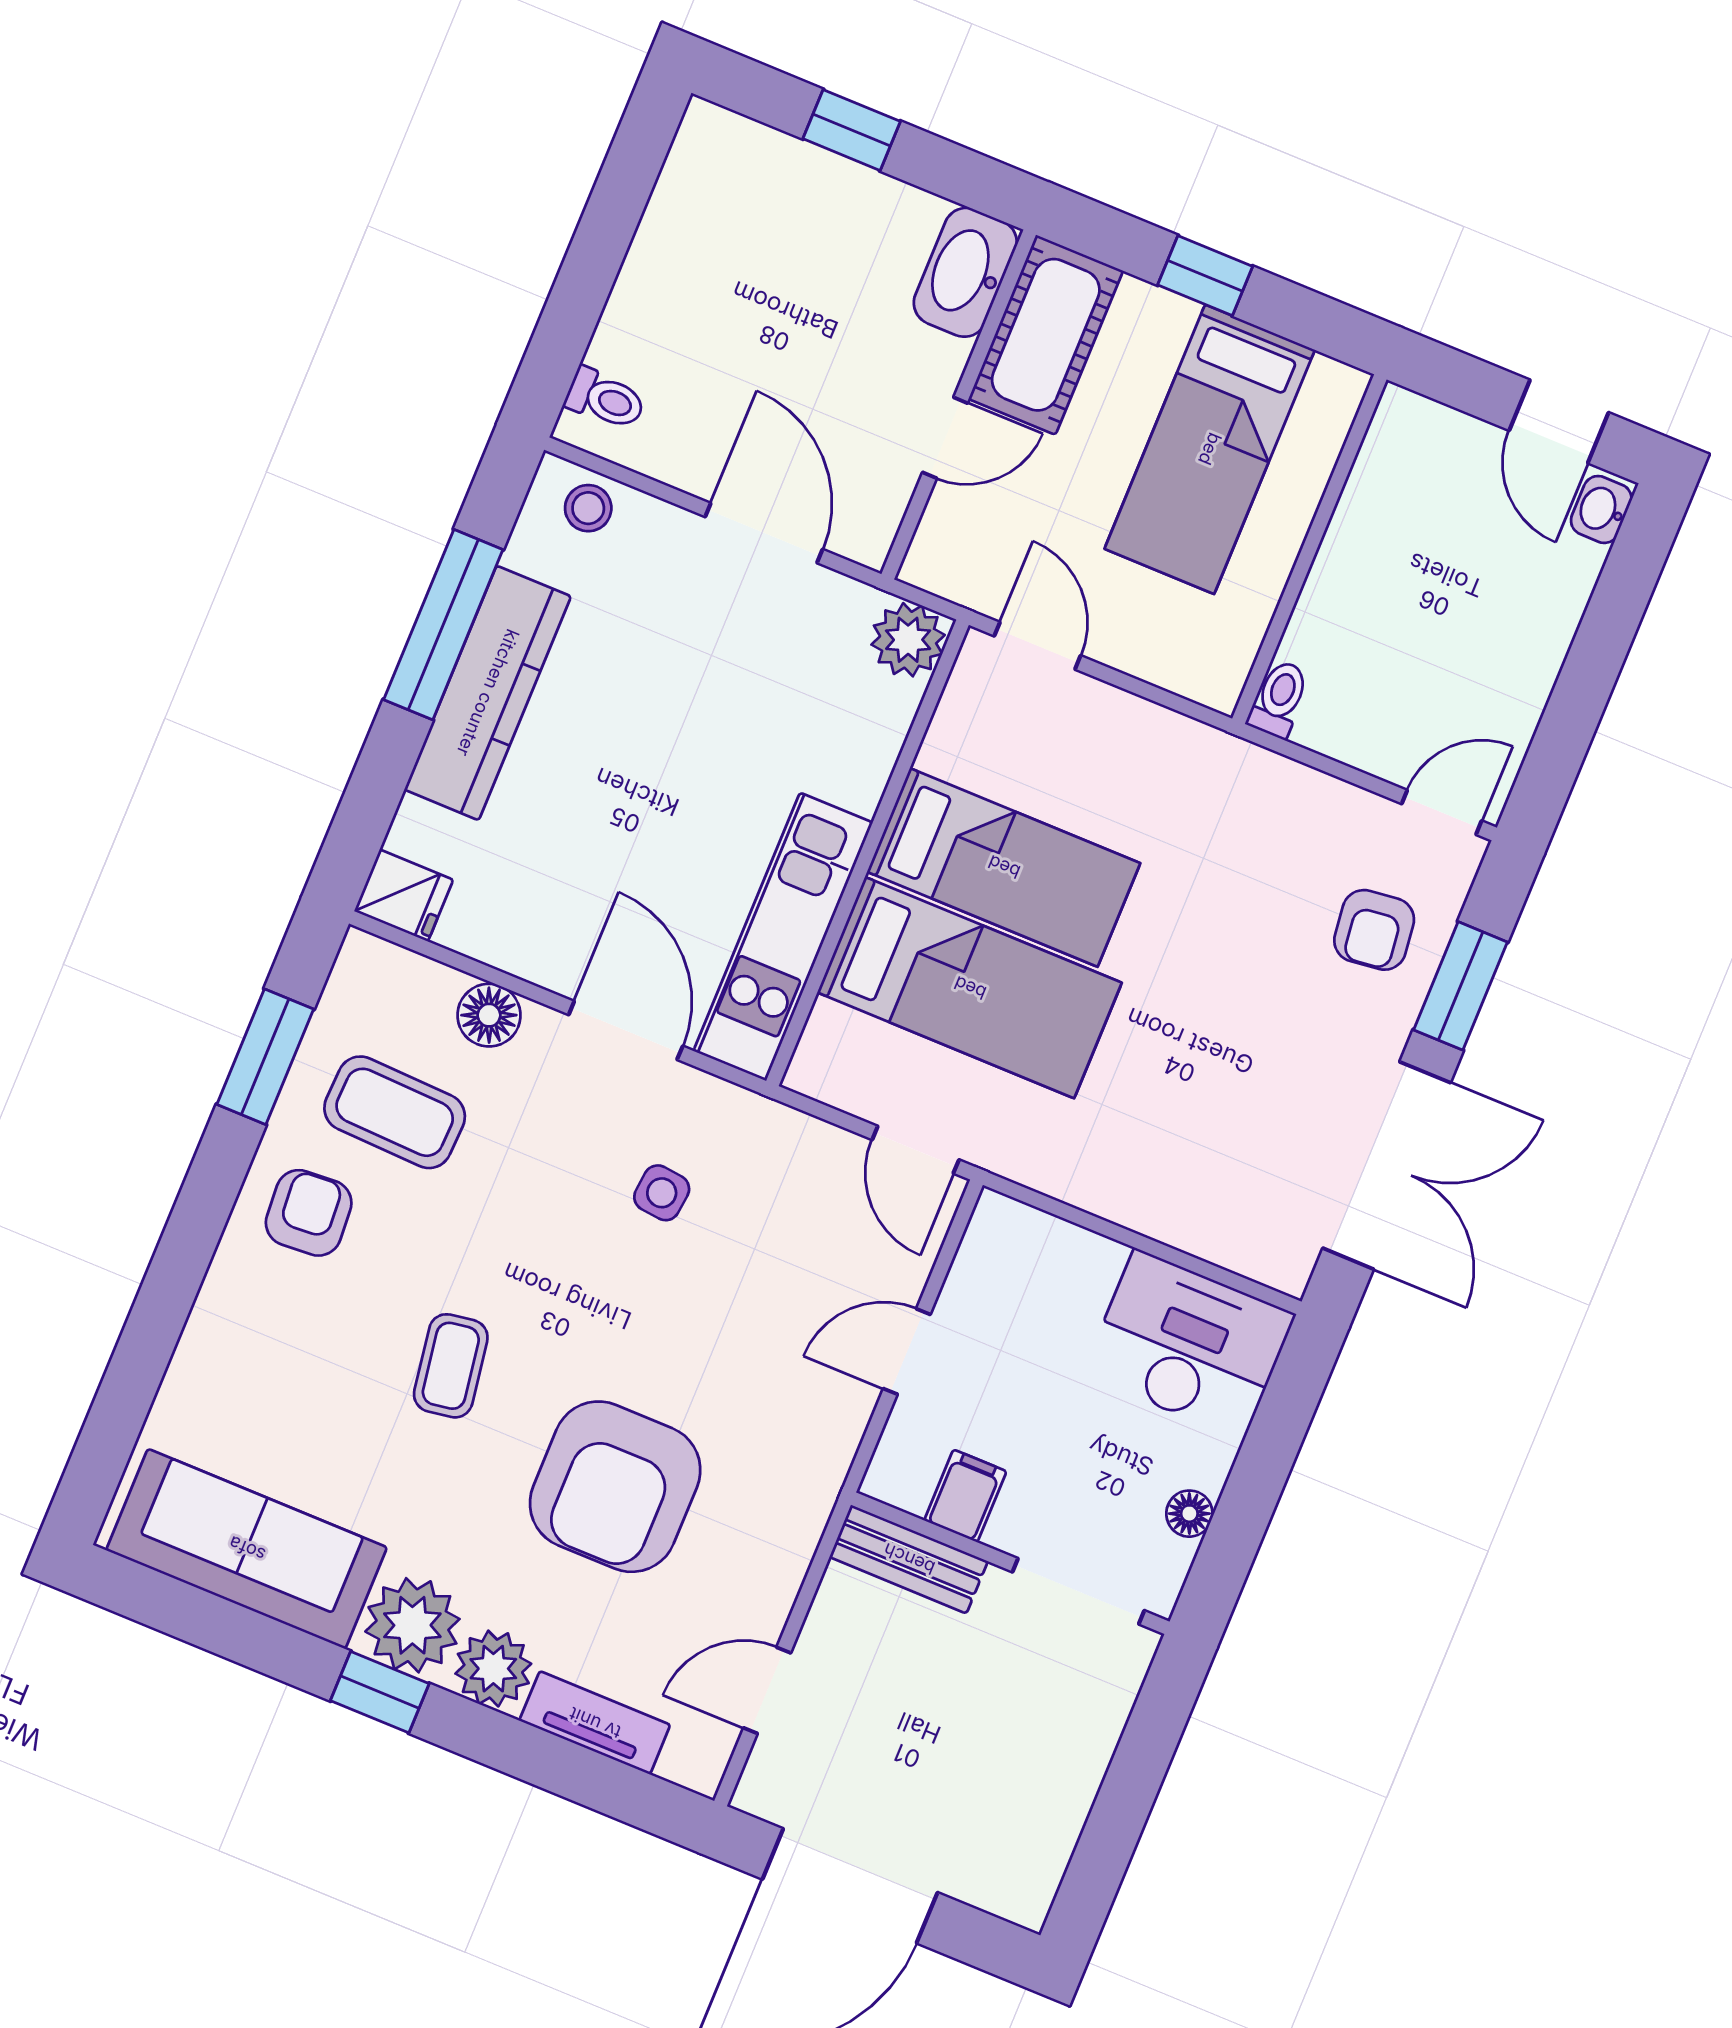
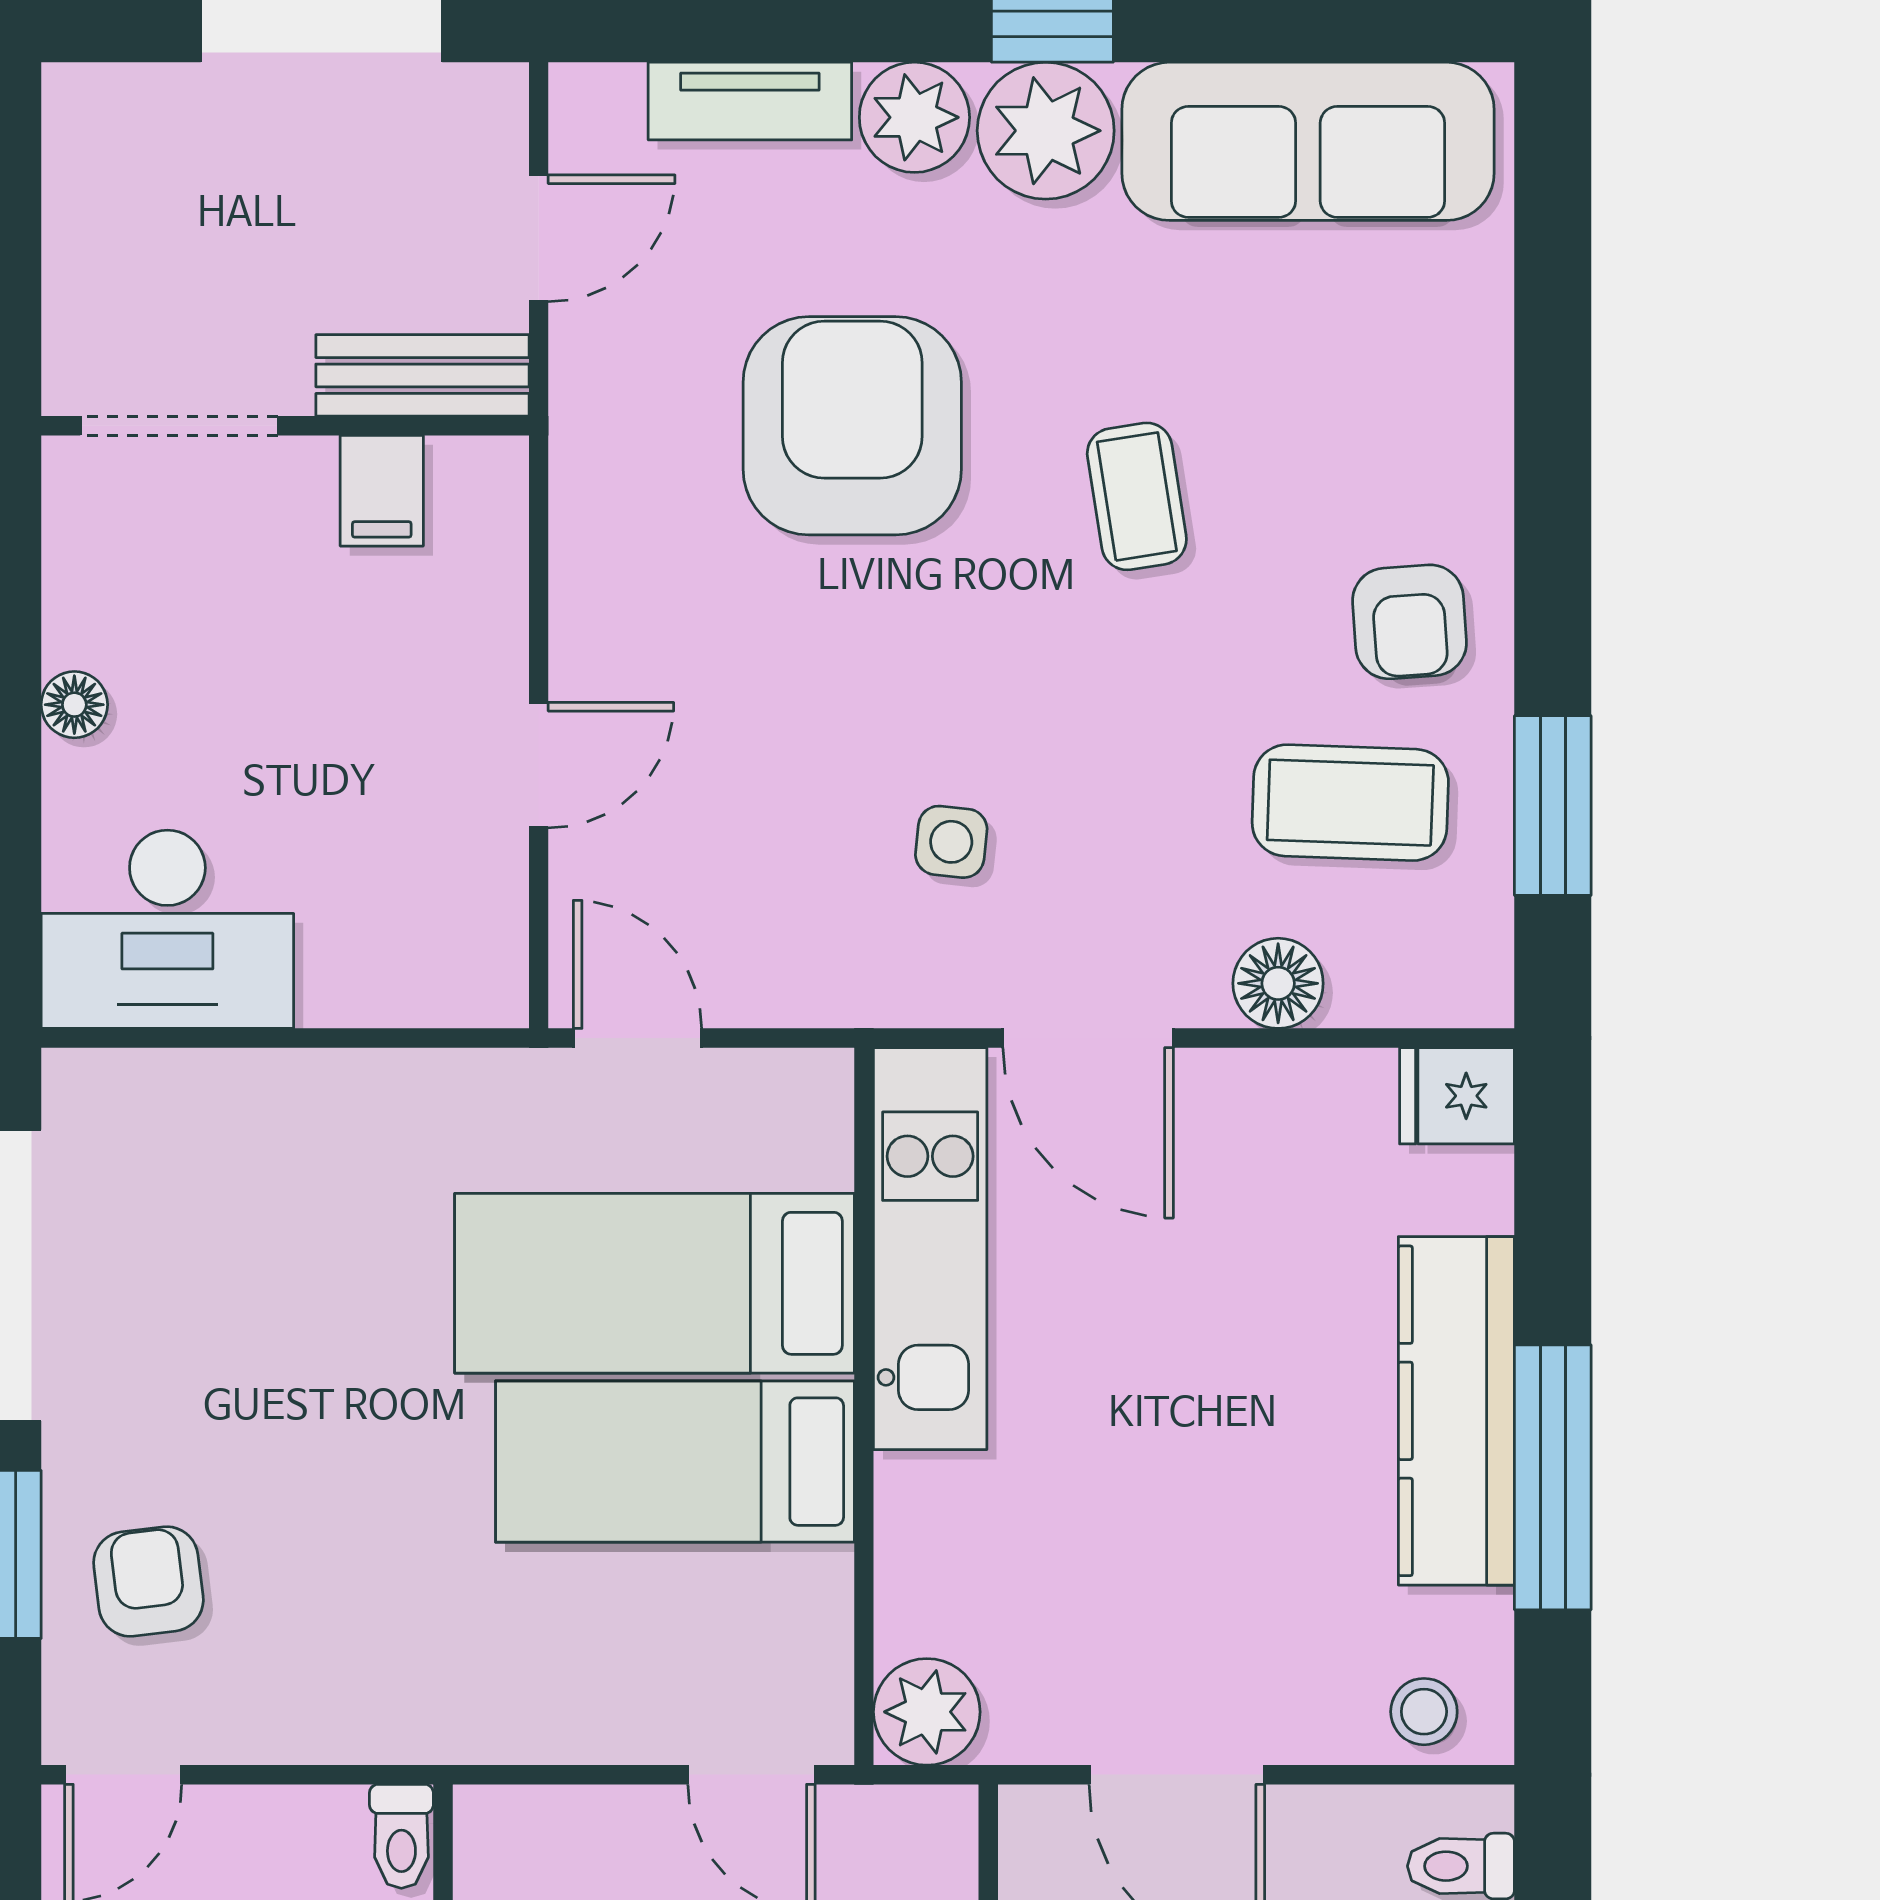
filing cabinet: (965, 1496) -> (382, 491), moved
bench: (909, 1559) -> (422, 375), moved
wall: (1010, 1563) -> (285, 426), moved
doorway: (1078, 1591) -> (179, 426), moved

